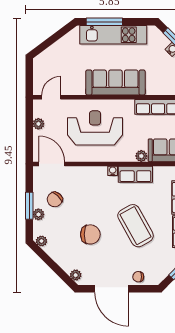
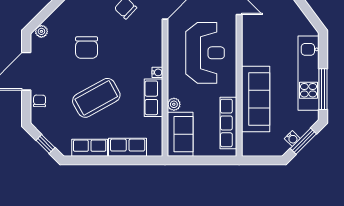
window: (104, 22) -> (323, 89), moved
sofa: (115, 82) -> (256, 99), moved

